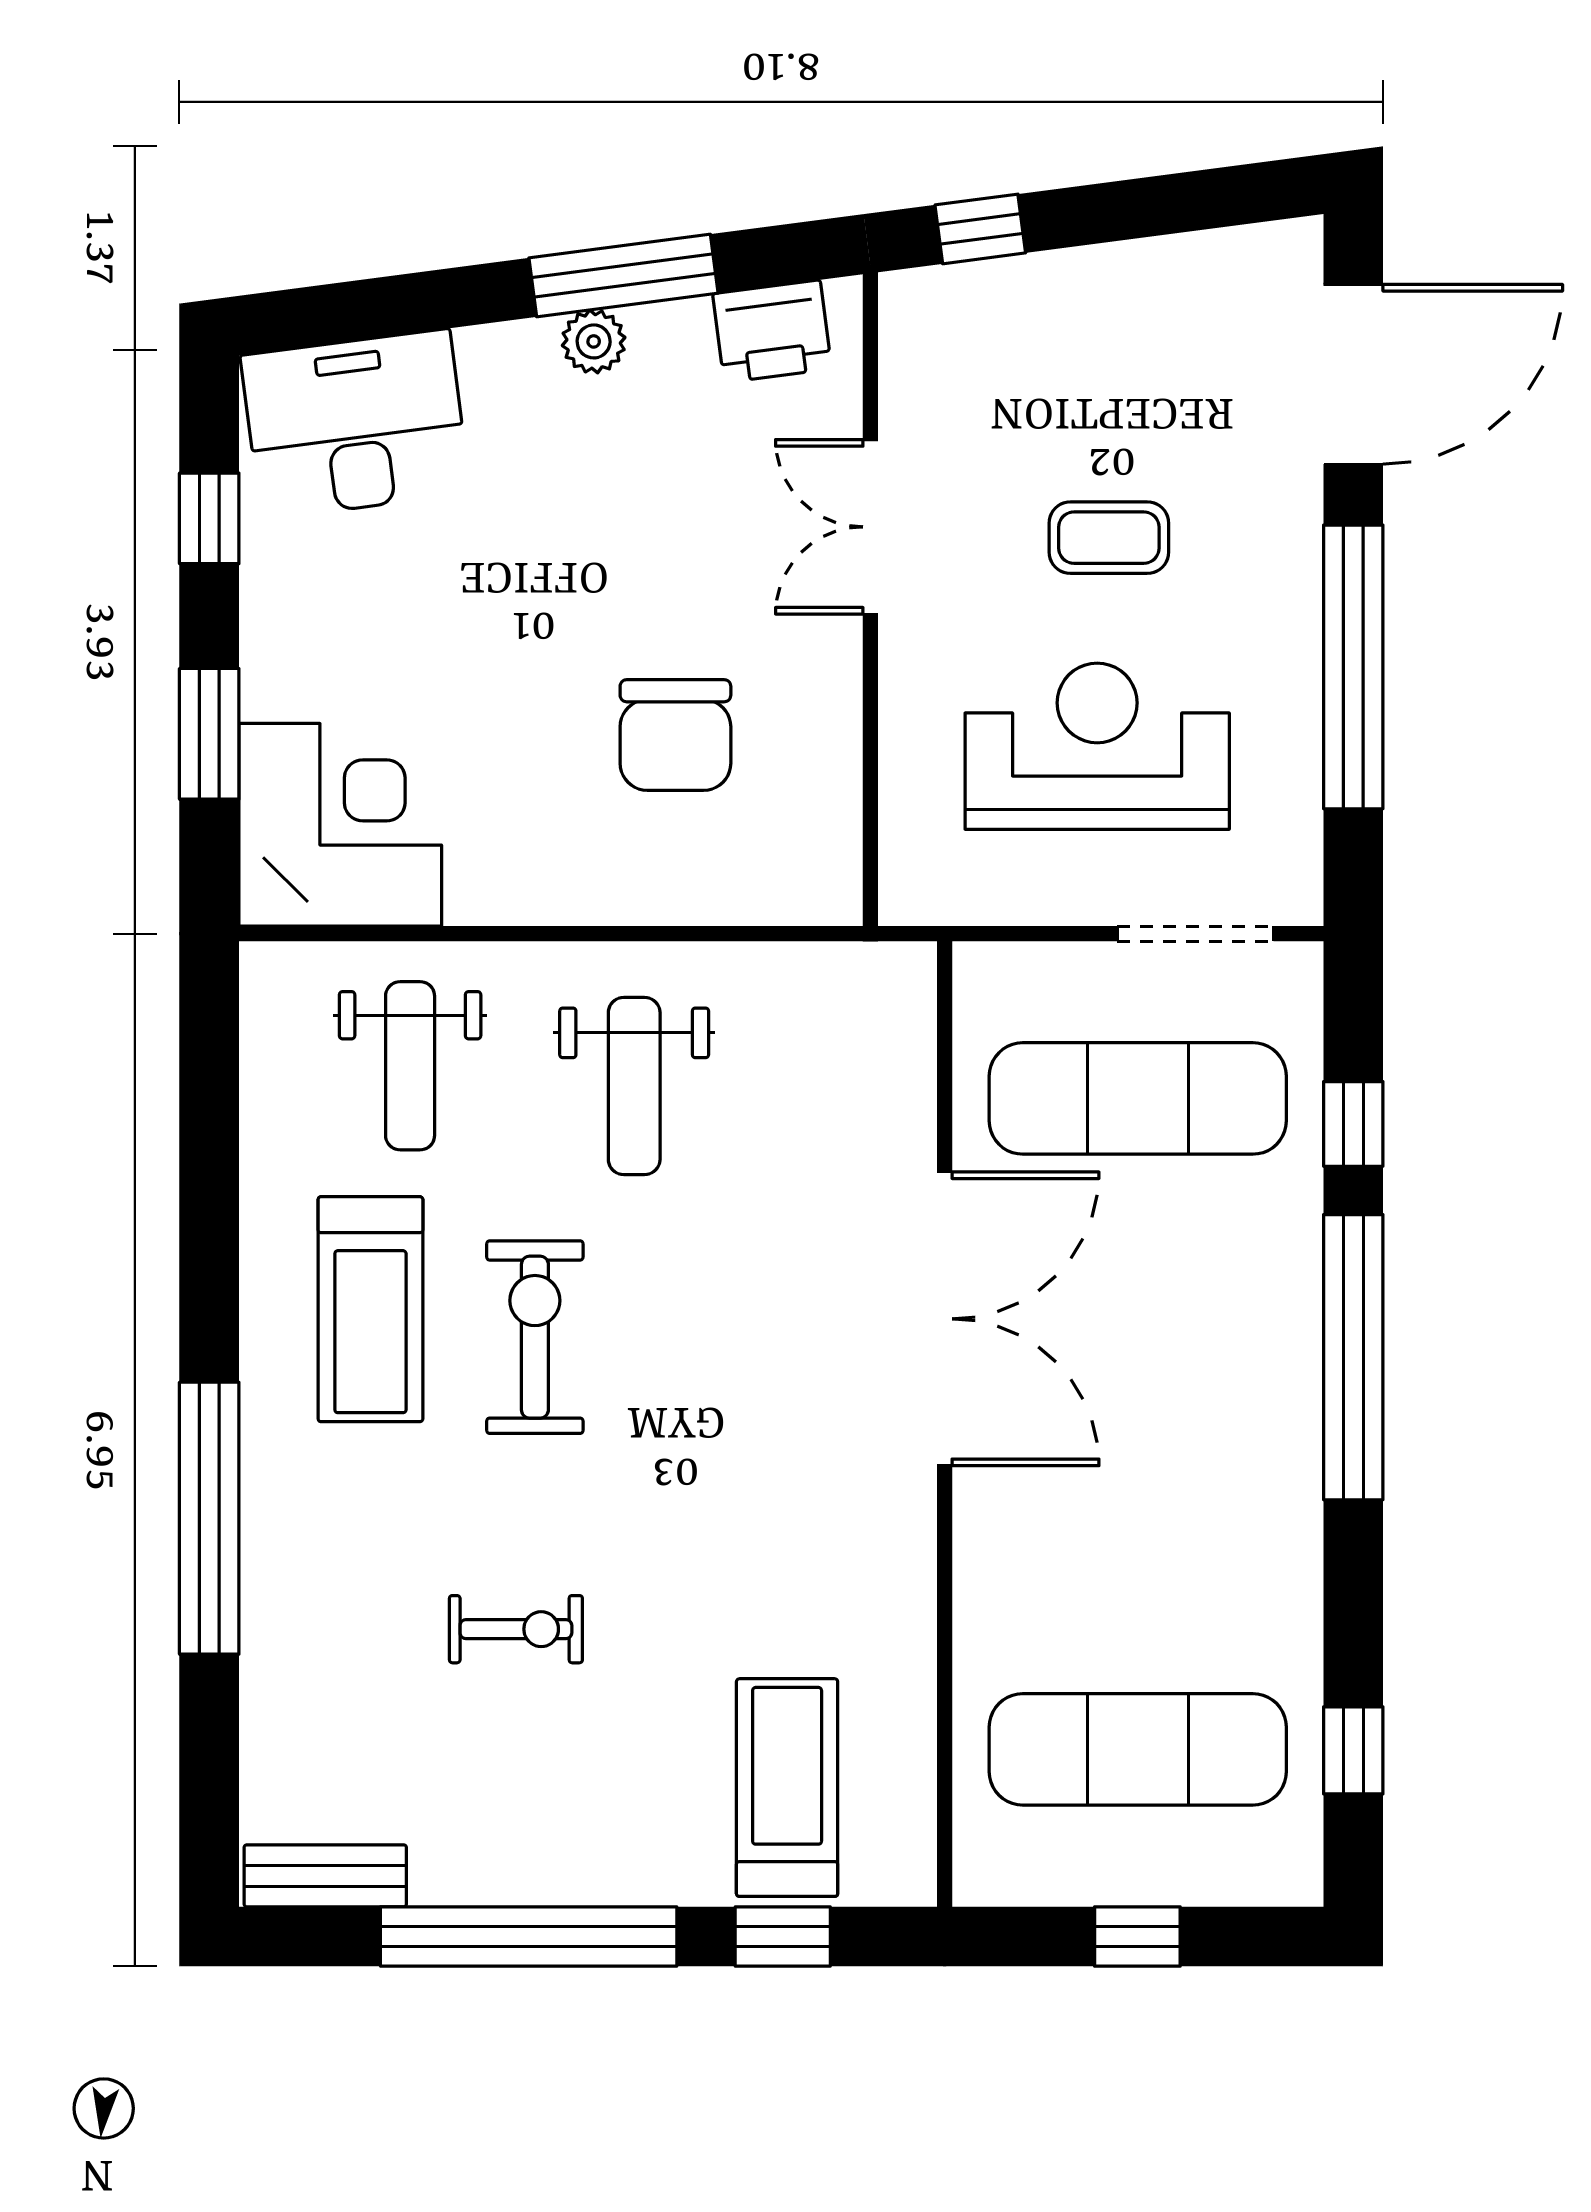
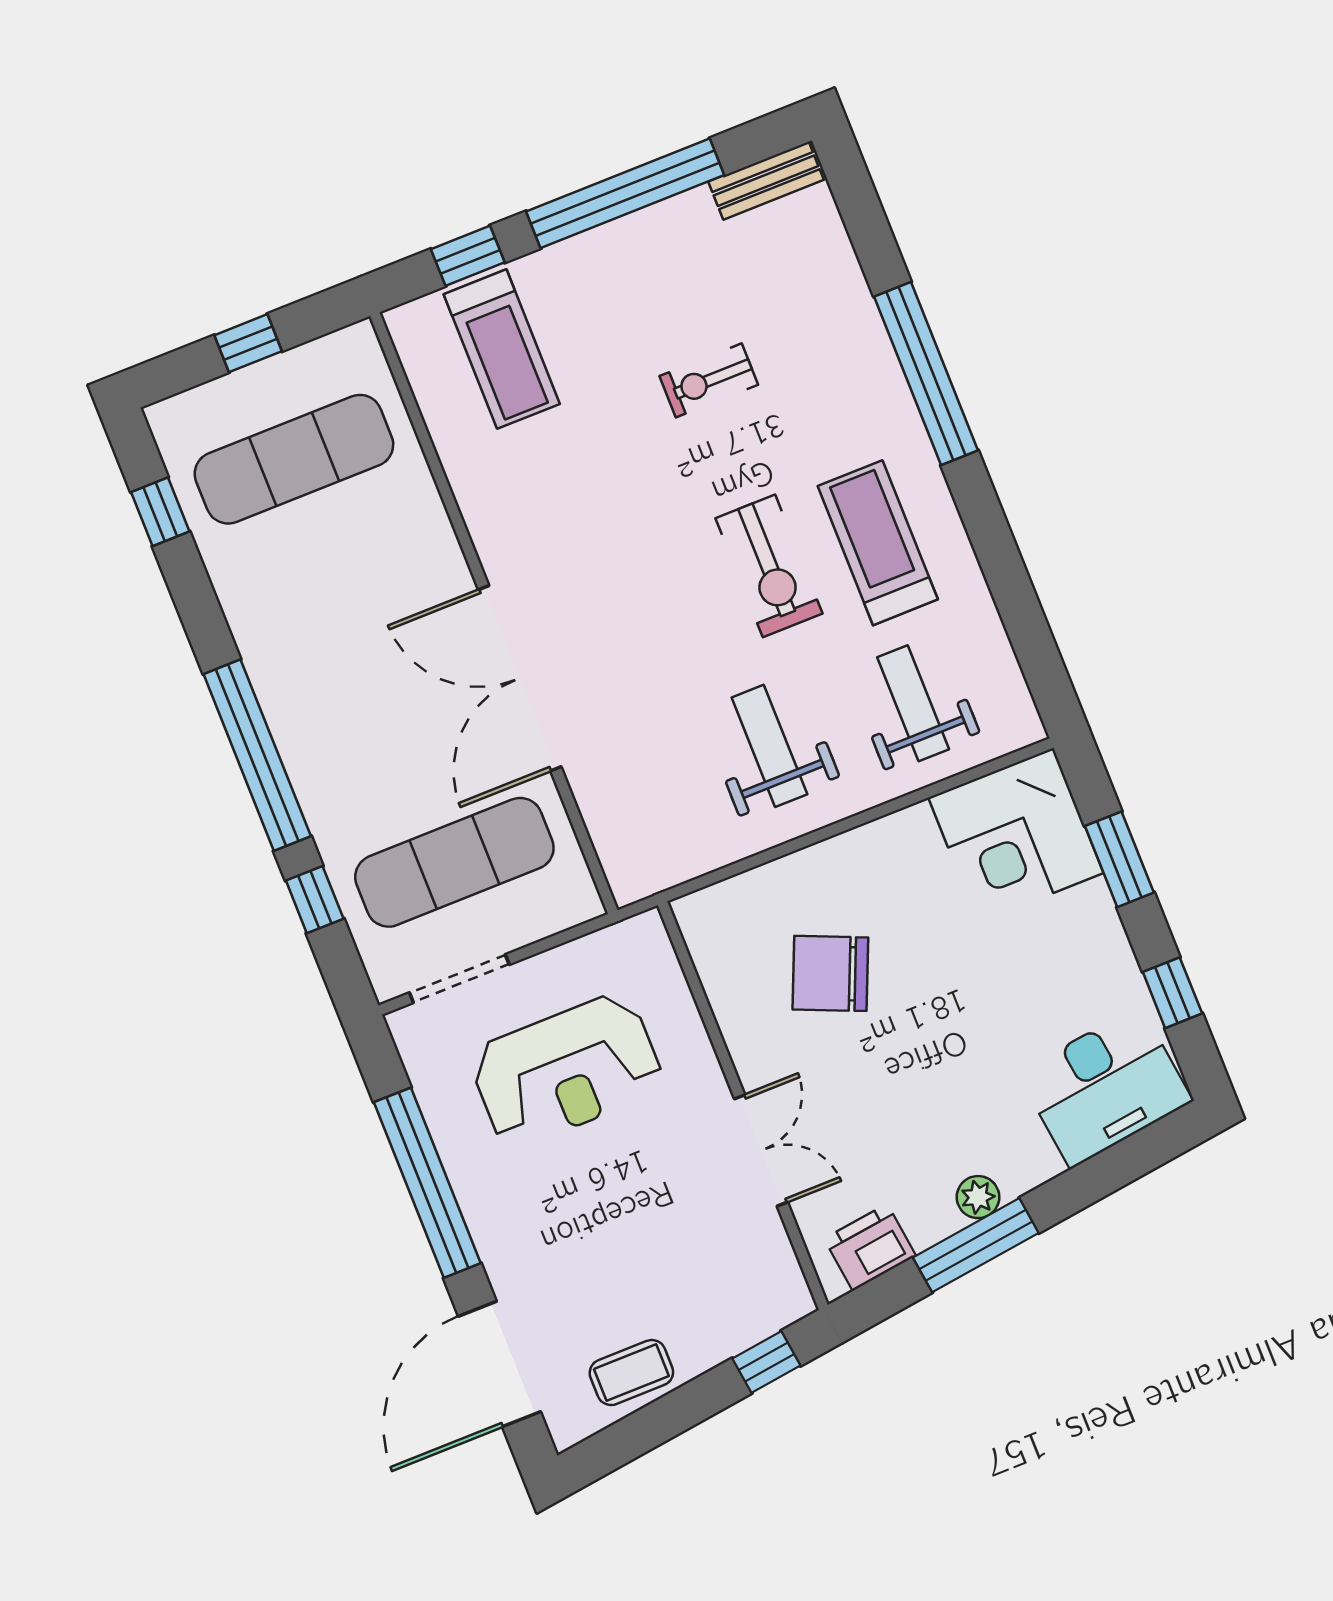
coffee table: (1109, 538) -> (631, 1373), moved
chair: (675, 735) -> (830, 973), turned -67

